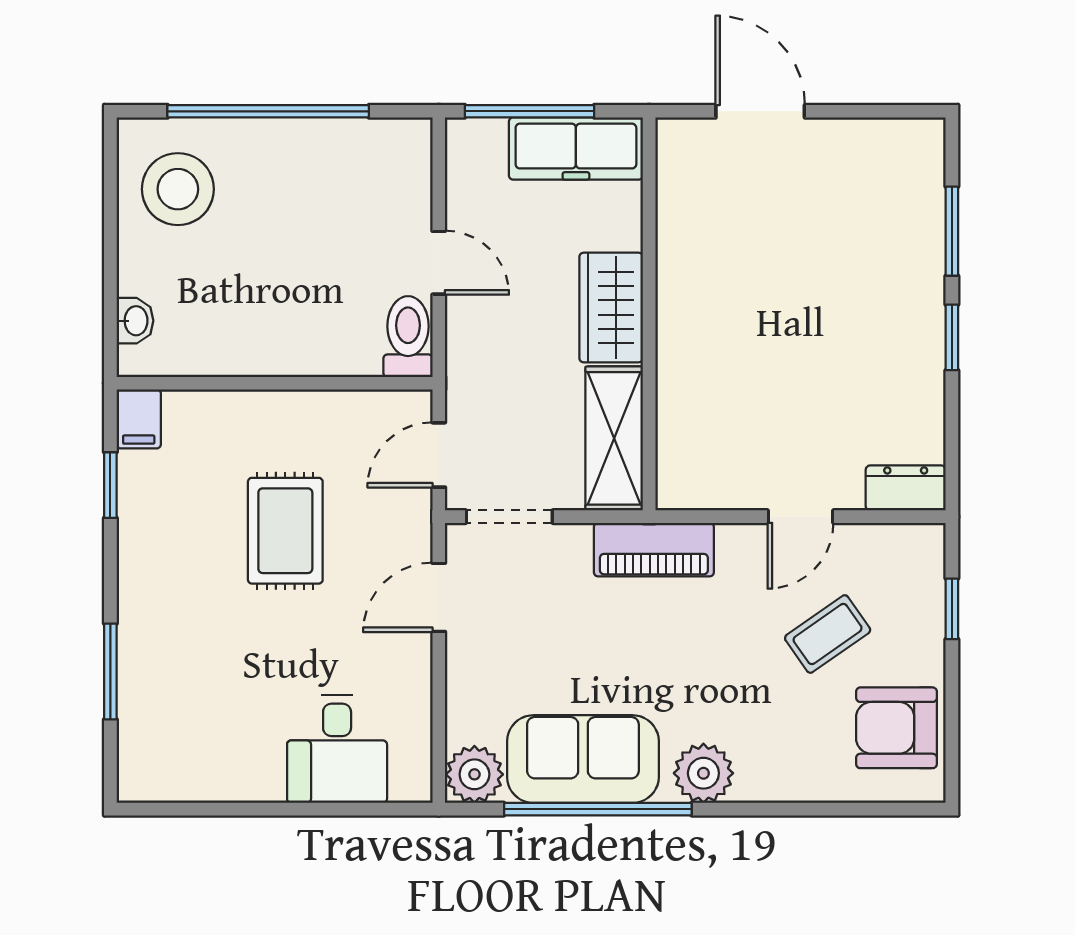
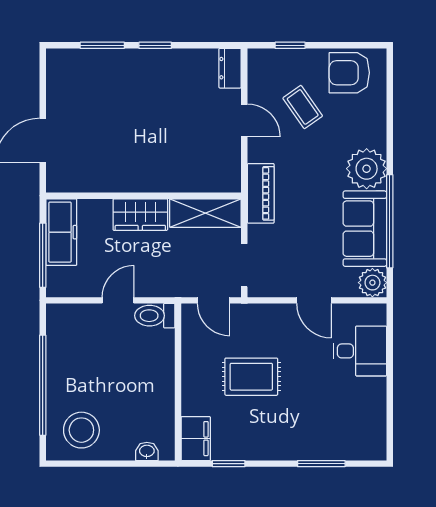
filing cabinet: (139, 419) -> (196, 439), width x2.00
door: (439, 597) -> (314, 300), moved
armchair: (896, 728) -> (349, 73), turned 90
plant: (703, 773) -> (367, 169), width x1.36, depth x1.36

